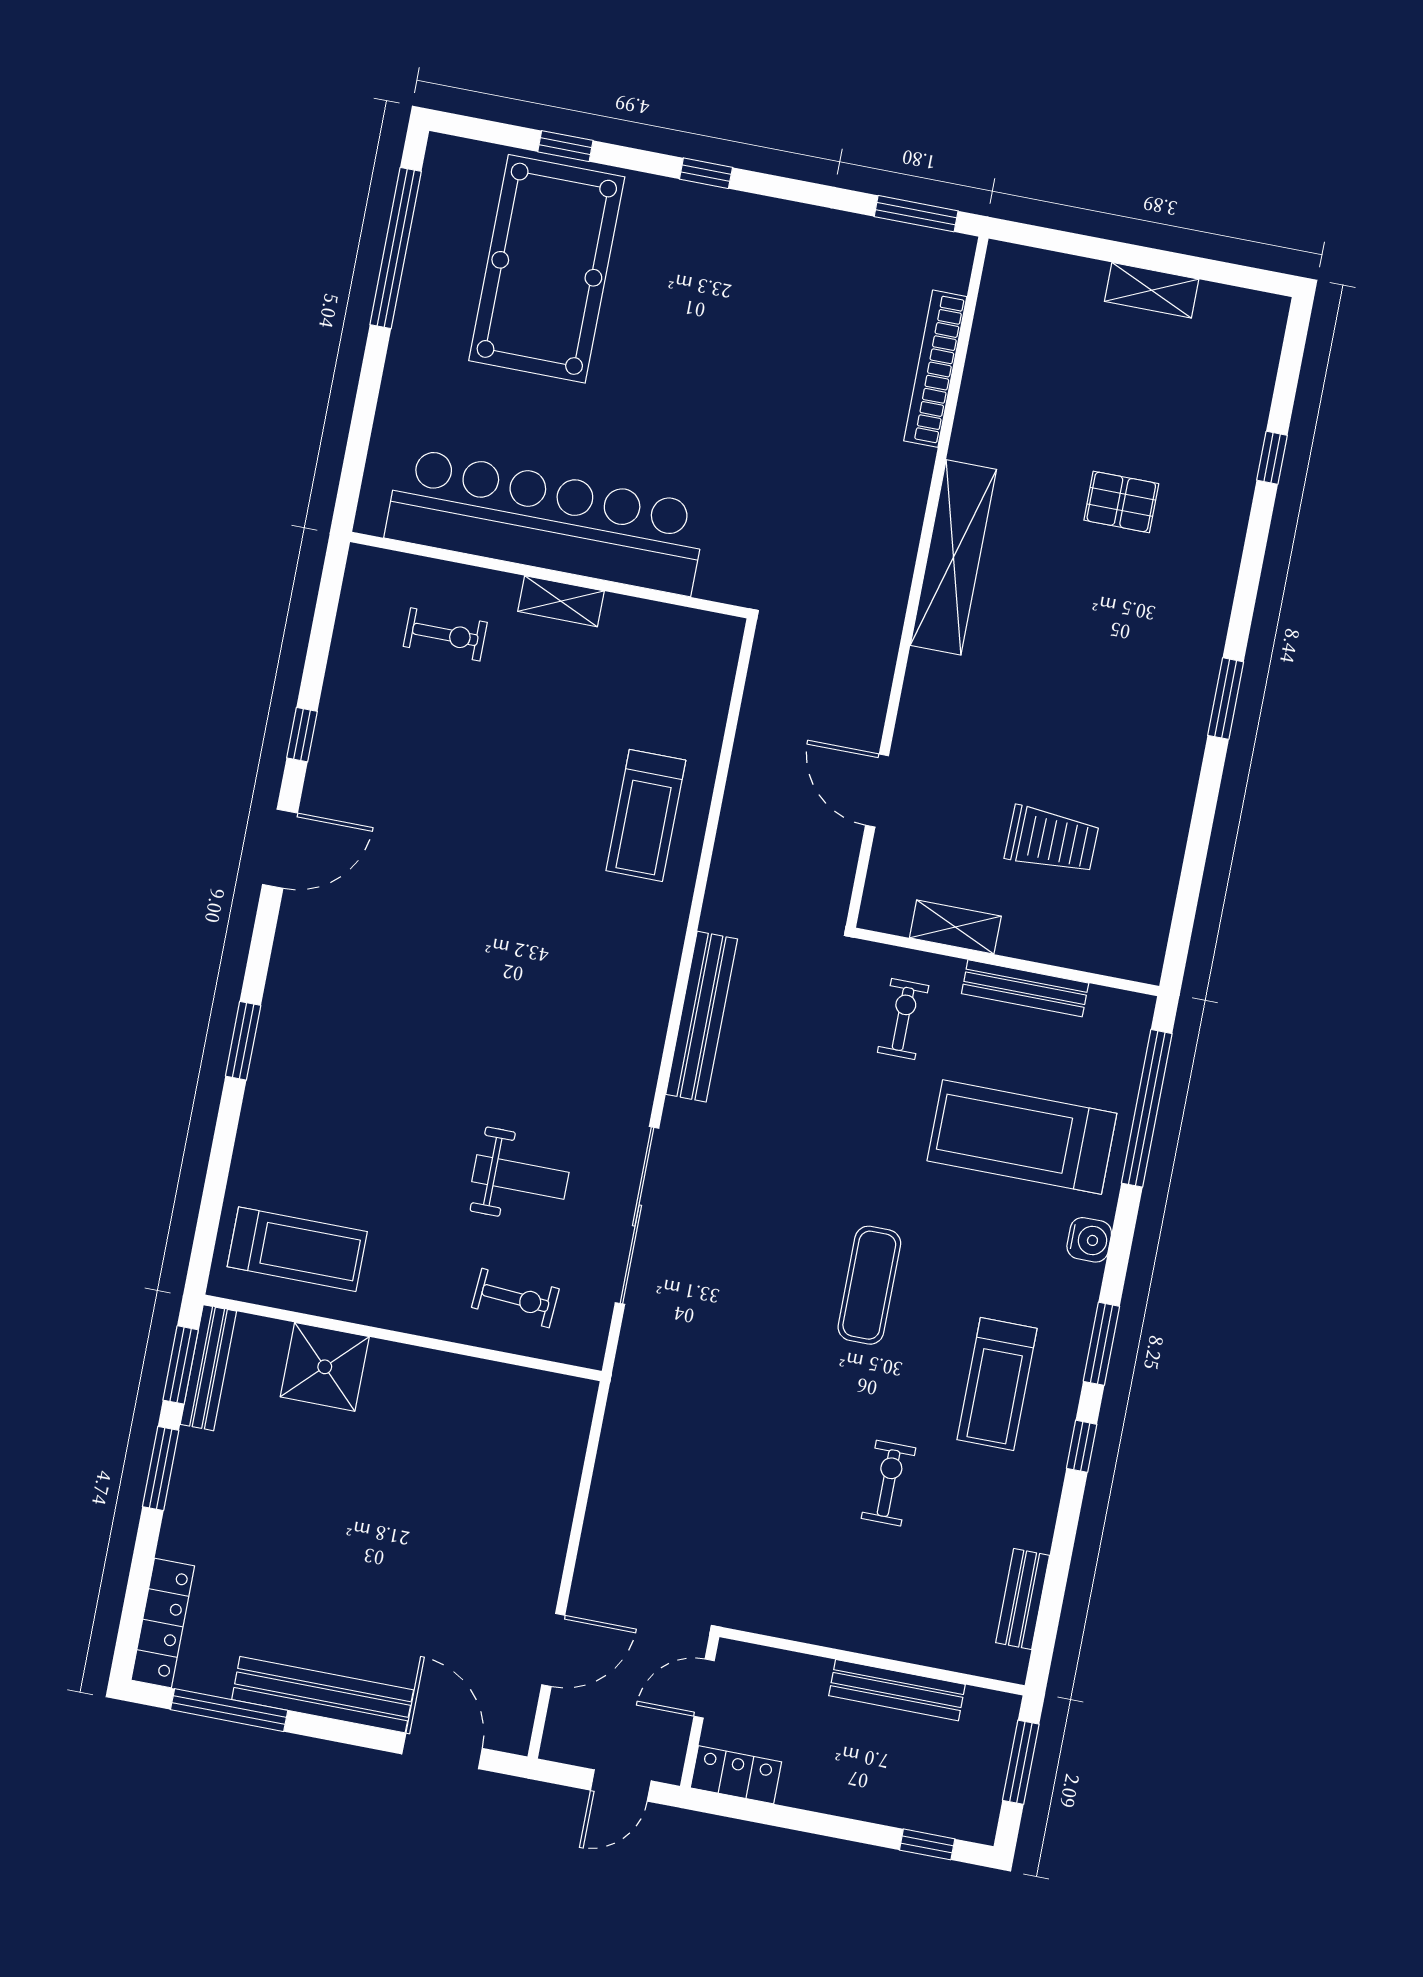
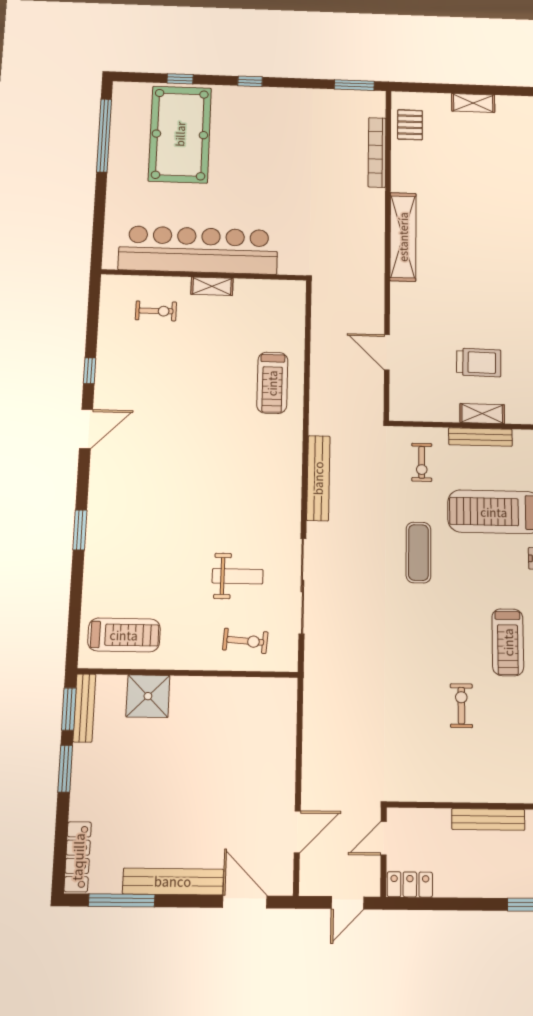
pallet: (1121, 502) -> (410, 125), moved, turned 90
shelving: (955, 927) -> (482, 414), moved
exercise bike: (903, 1019) -> (422, 462), turned 180
exercise mat: (869, 1285) -> (418, 552), moved

